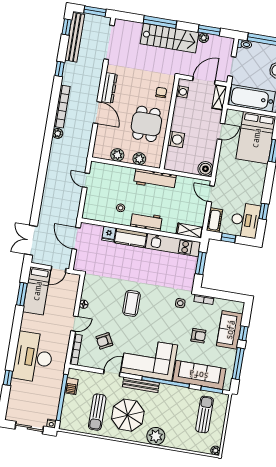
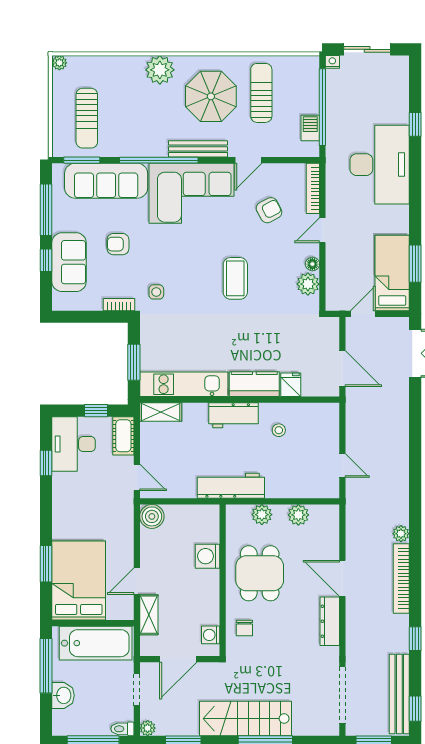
plant: (204, 38) -> (148, 728), moved
shelving: (219, 97) -> (149, 615), moved
plant: (88, 293) -> (308, 284), added

